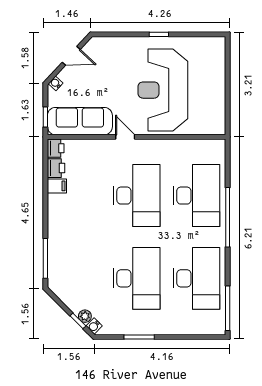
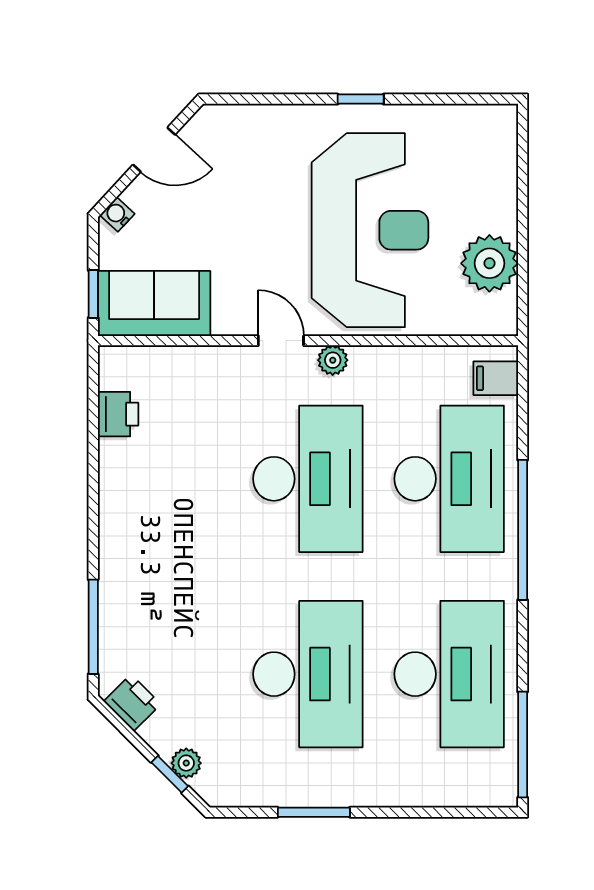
reception desk: (163, 90) -> (370, 230), turned 180
plant: (214, 104) -> (489, 263), added
sofa: (80, 121) -> (154, 303), width x0.73
plant: (147, 145) -> (333, 360), added
printer: (56, 148) -> (132, 703), moved, turned -45
filing cabinet: (57, 186) -> (496, 378), moved, turned 180
water cooler: (94, 326) -> (208, 786), removed

